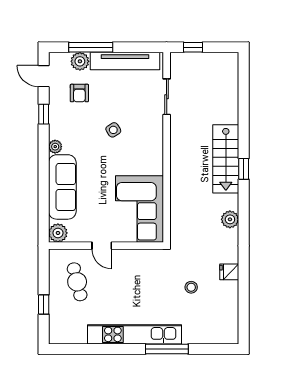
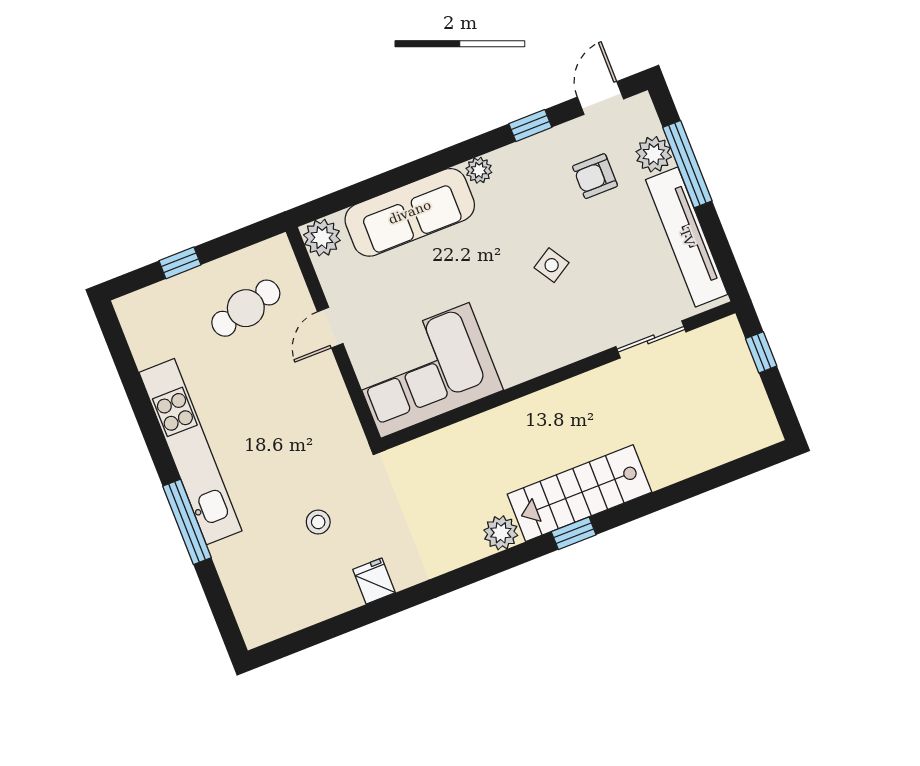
plant: (230, 219) -> (501, 533), moved

